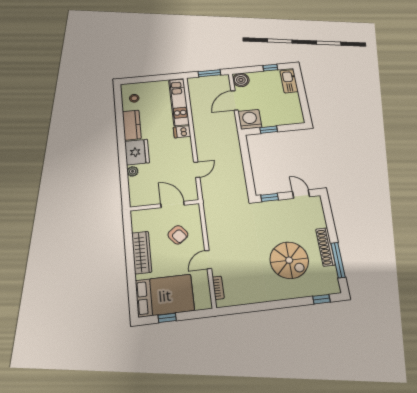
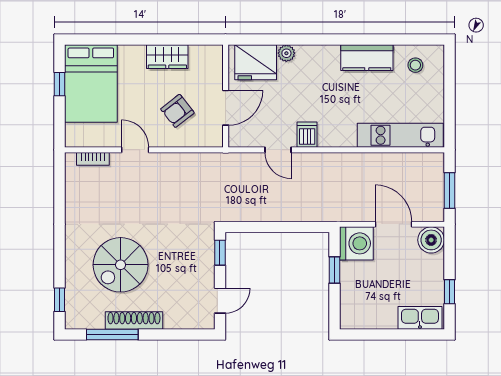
dishwasher: (182, 132) -> (307, 135), moved
fridge: (137, 152) -> (256, 62), moved
wardrobe: (142, 252) -> (167, 57), width x0.67

